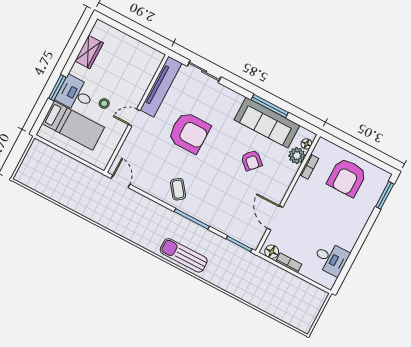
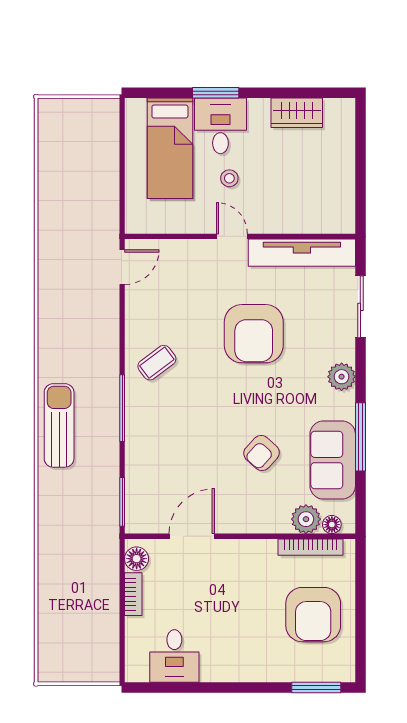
plant: (234, 100) -> (342, 377), added
sofa: (267, 123) -> (333, 460), width x0.73
bookcase: (309, 167) -> (311, 547), width x1.56
armchair: (347, 177) -> (313, 615), turned -90

